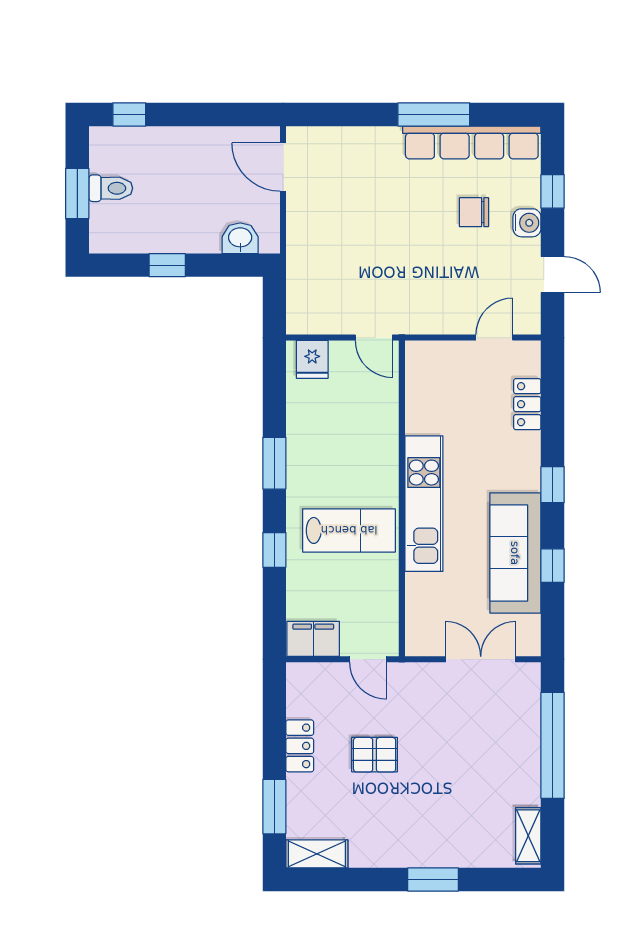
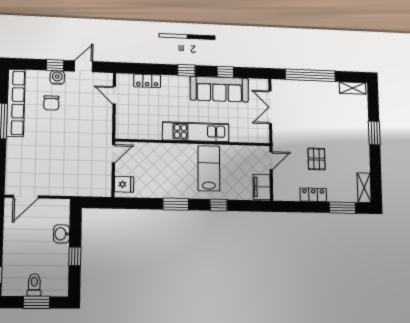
window: (553, 191) -> (55, 65), moved
washbasin: (240, 238) -> (62, 234), moved

